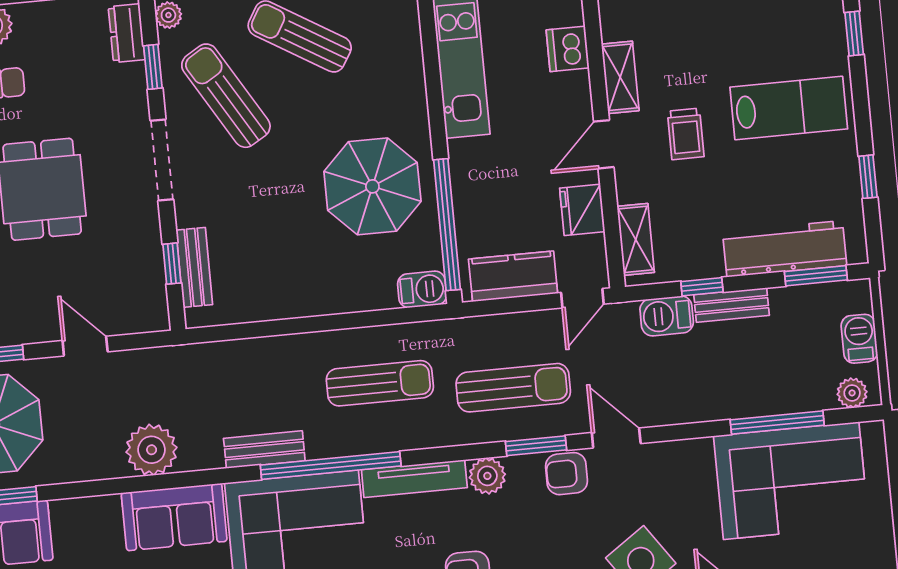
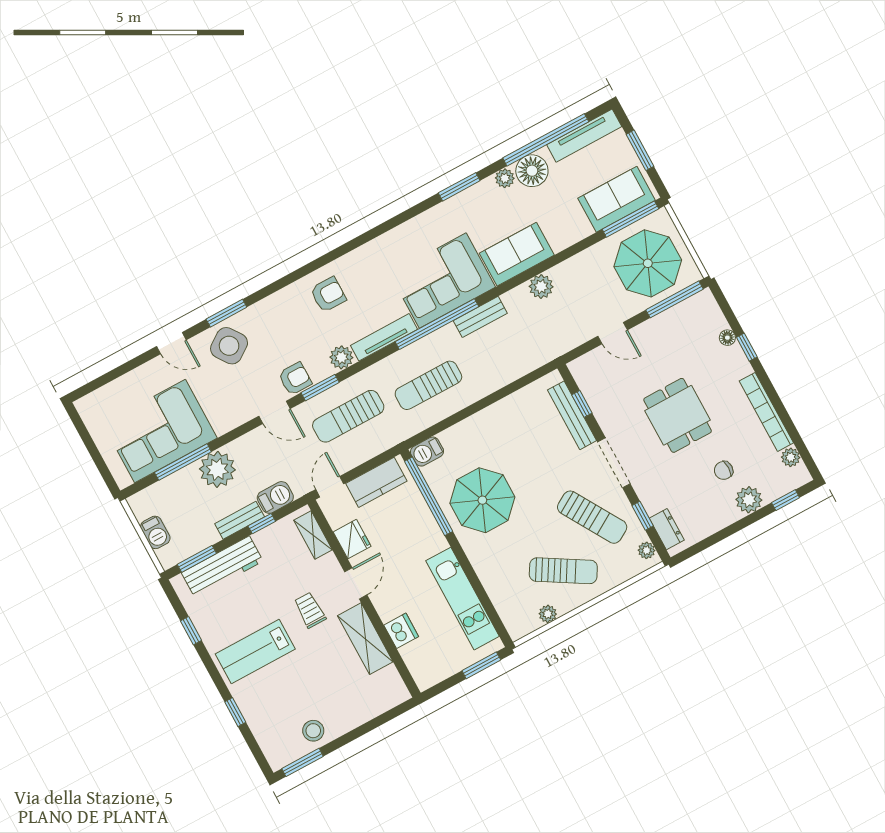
shelving: (620, 77) -> (365, 639), width x1.50, depth x1.33
bench: (194, 267) -> (572, 415), width x1.36
plant: (852, 393) -> (217, 469), moved, width x1.87, depth x1.87
plant: (152, 450) -> (541, 287), width x0.73, depth x0.73

